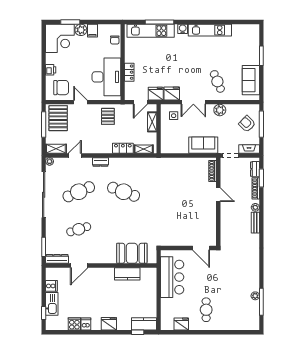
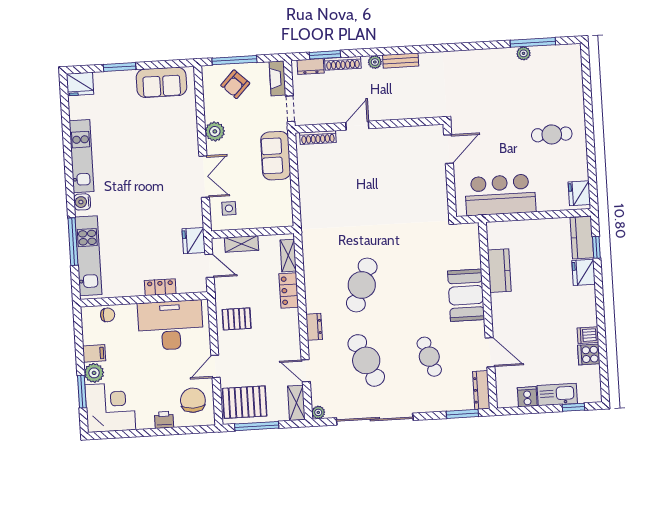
cafe table: (217, 81) -> (167, 138), removed
fridge: (172, 93) -> (80, 84), moved, turned -90
booth: (132, 253) -> (466, 295), moved
fridge: (109, 324) -> (584, 272), moved
fridge: (181, 324) -> (579, 193), moved

